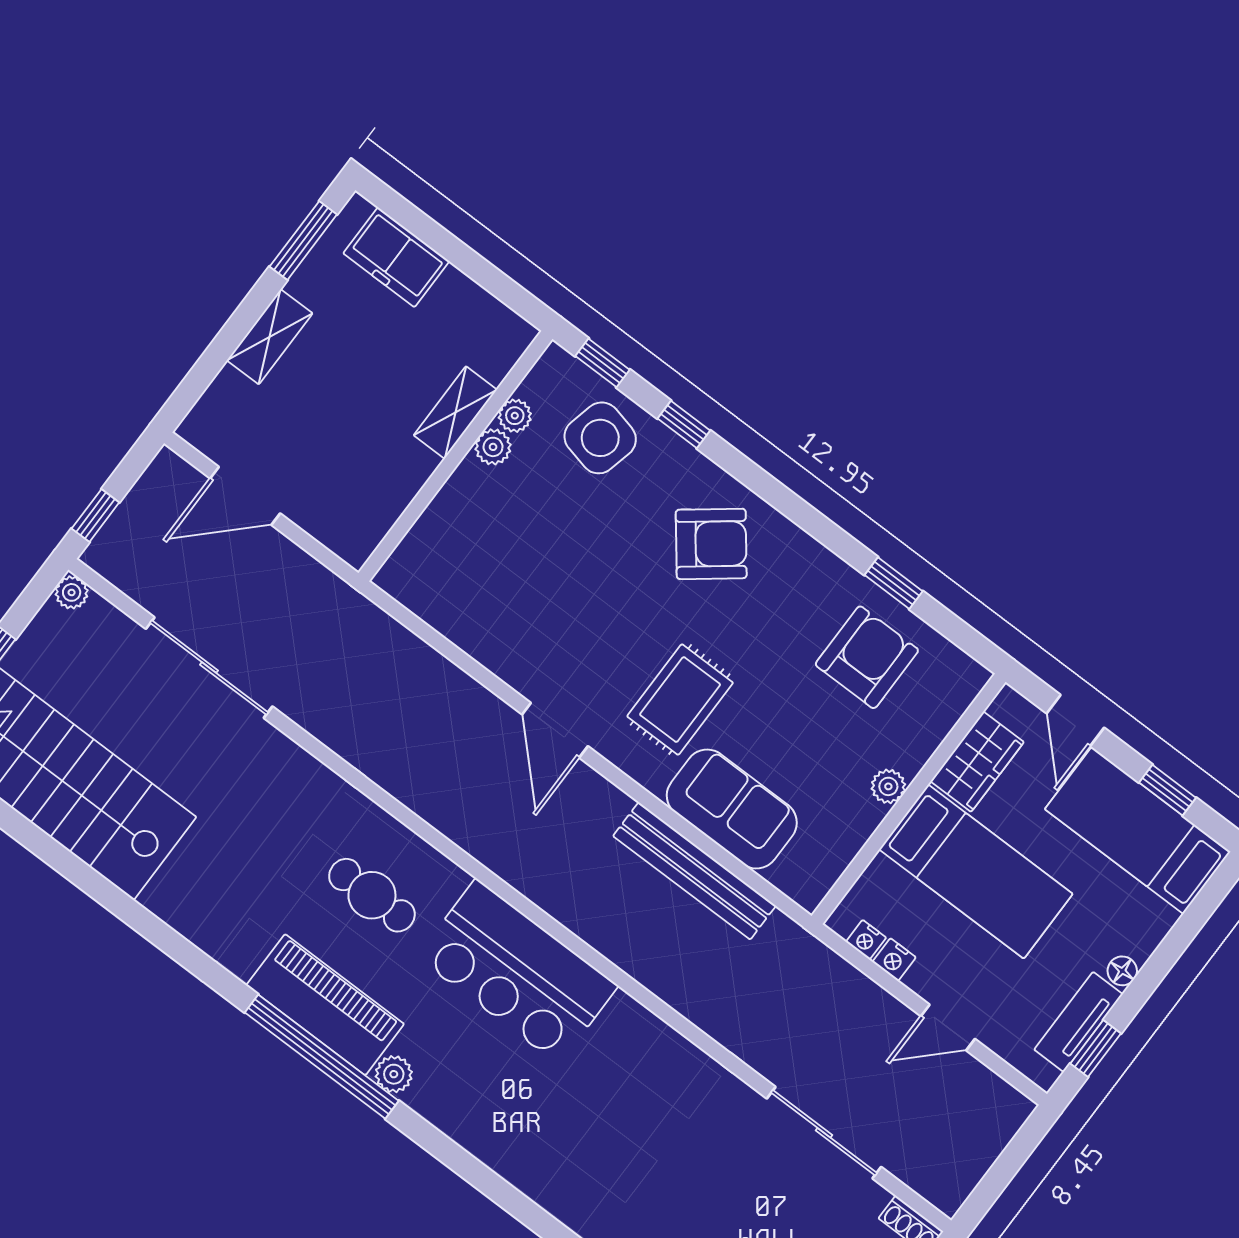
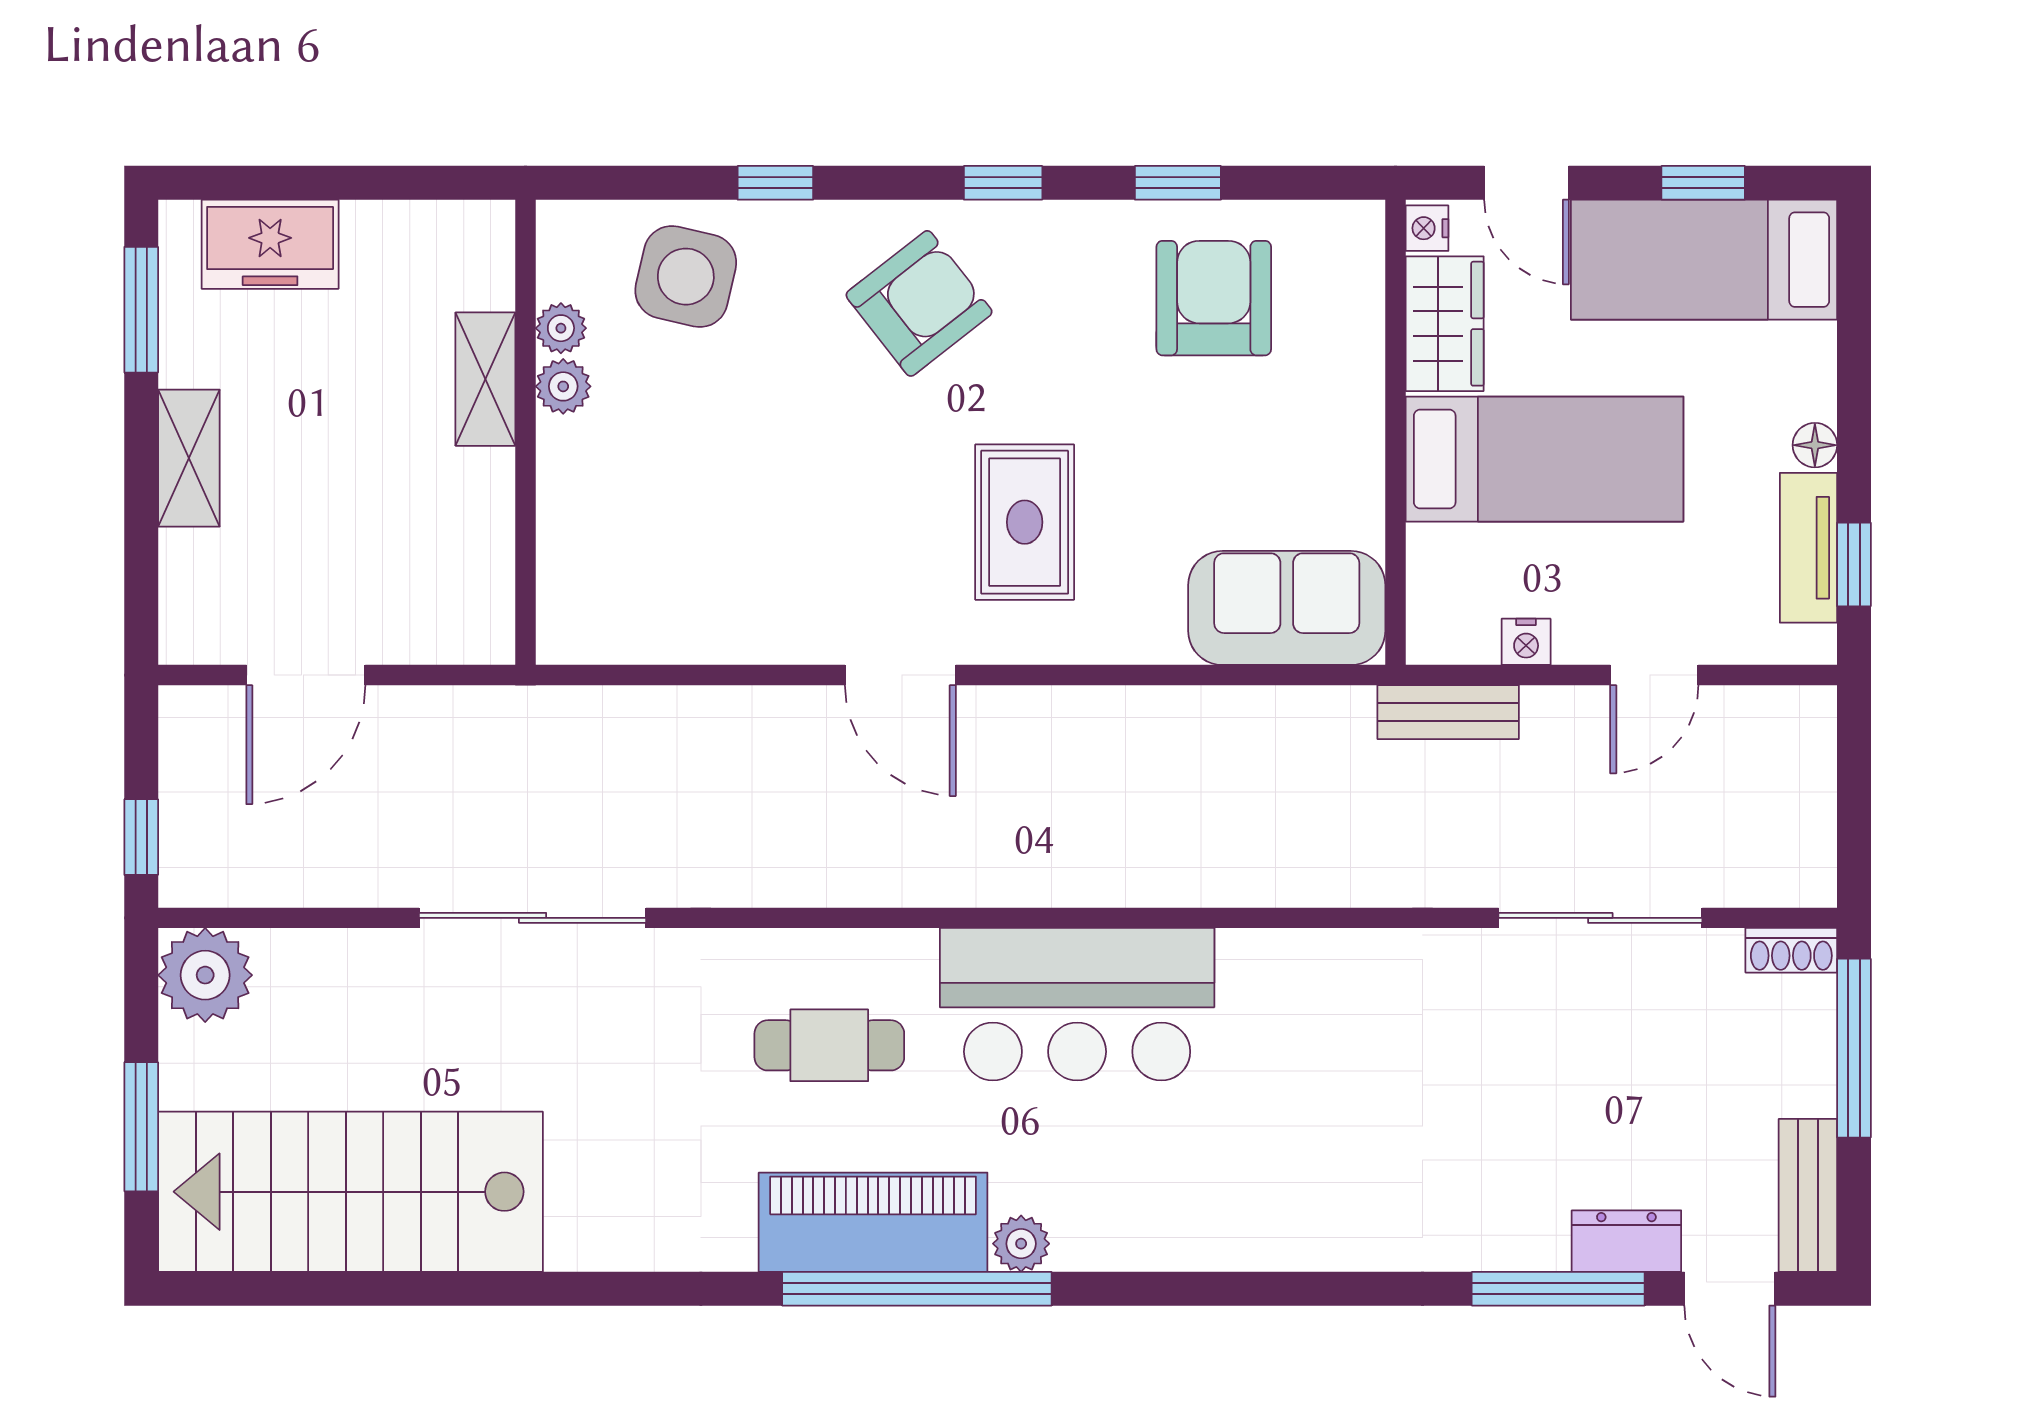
window: (603, 363) -> (1003, 183), moved
plant: (72, 592) -> (205, 975), width x1.88, depth x1.88
sliding door: (209, 668) -> (533, 918), moved
plant: (888, 786) -> (1359, 436), removed
sofa: (732, 809) -> (1287, 608), moved
bench: (694, 871) -> (1448, 712), moved, width x0.54, depth x0.82
nightstand: (866, 940) -> (1427, 228), moved, turned 90

